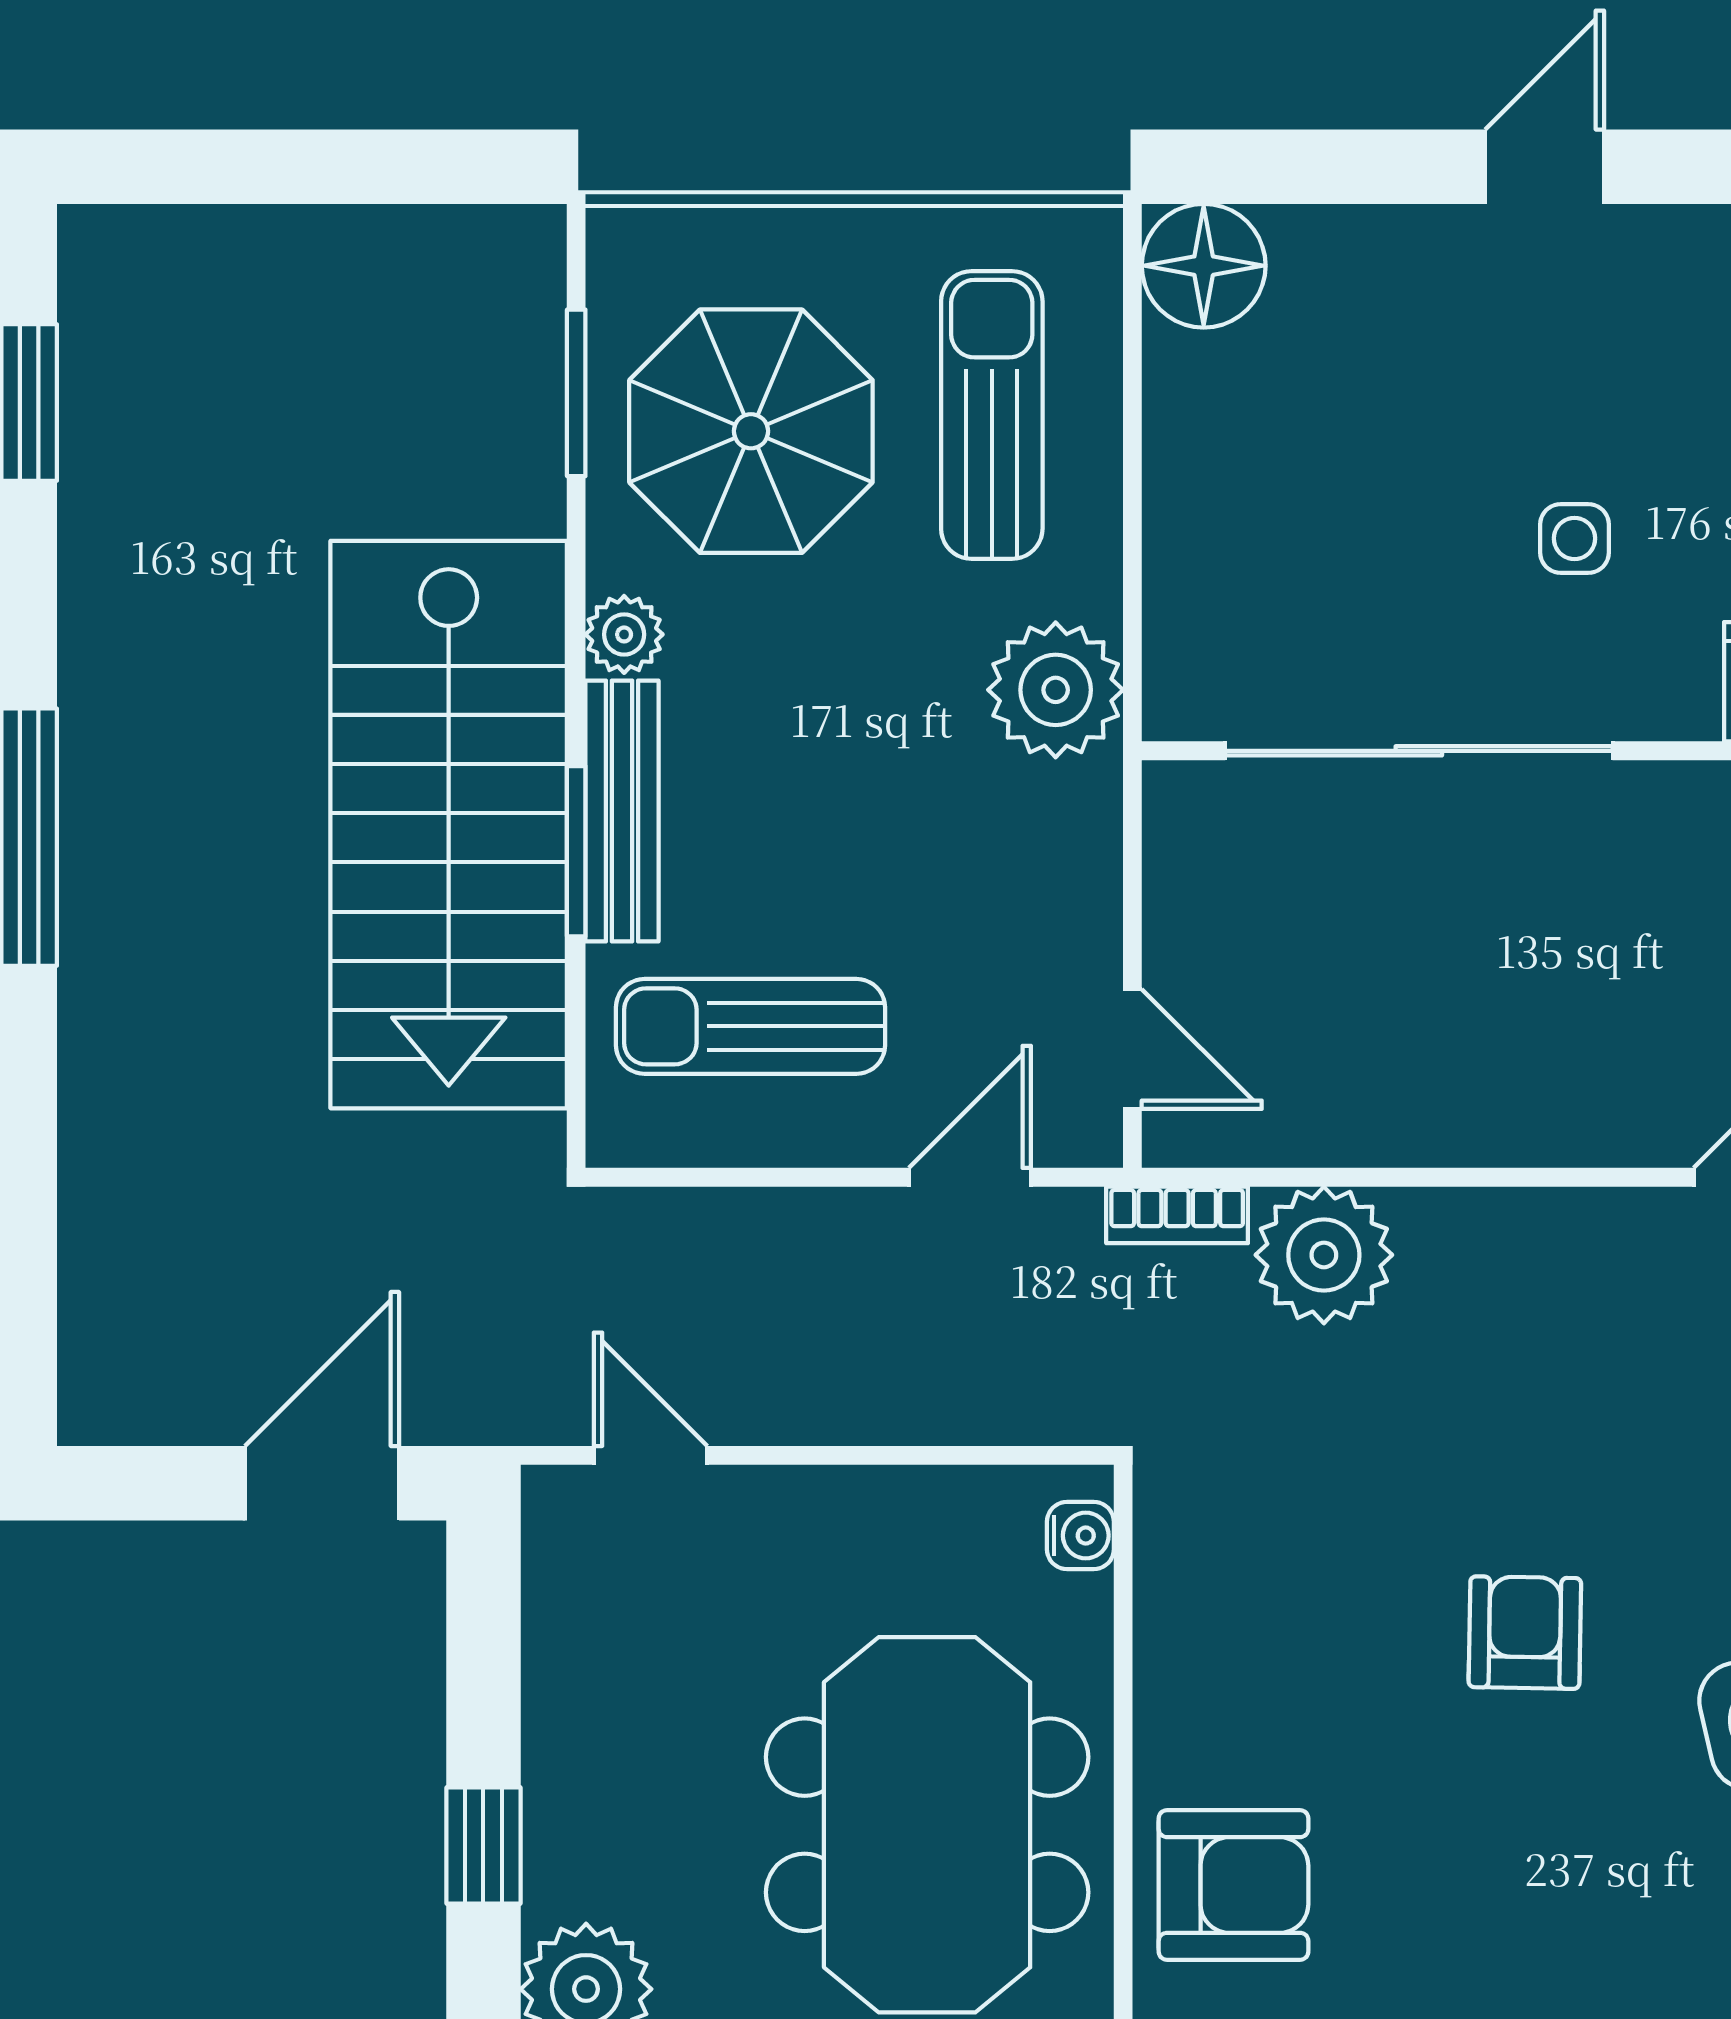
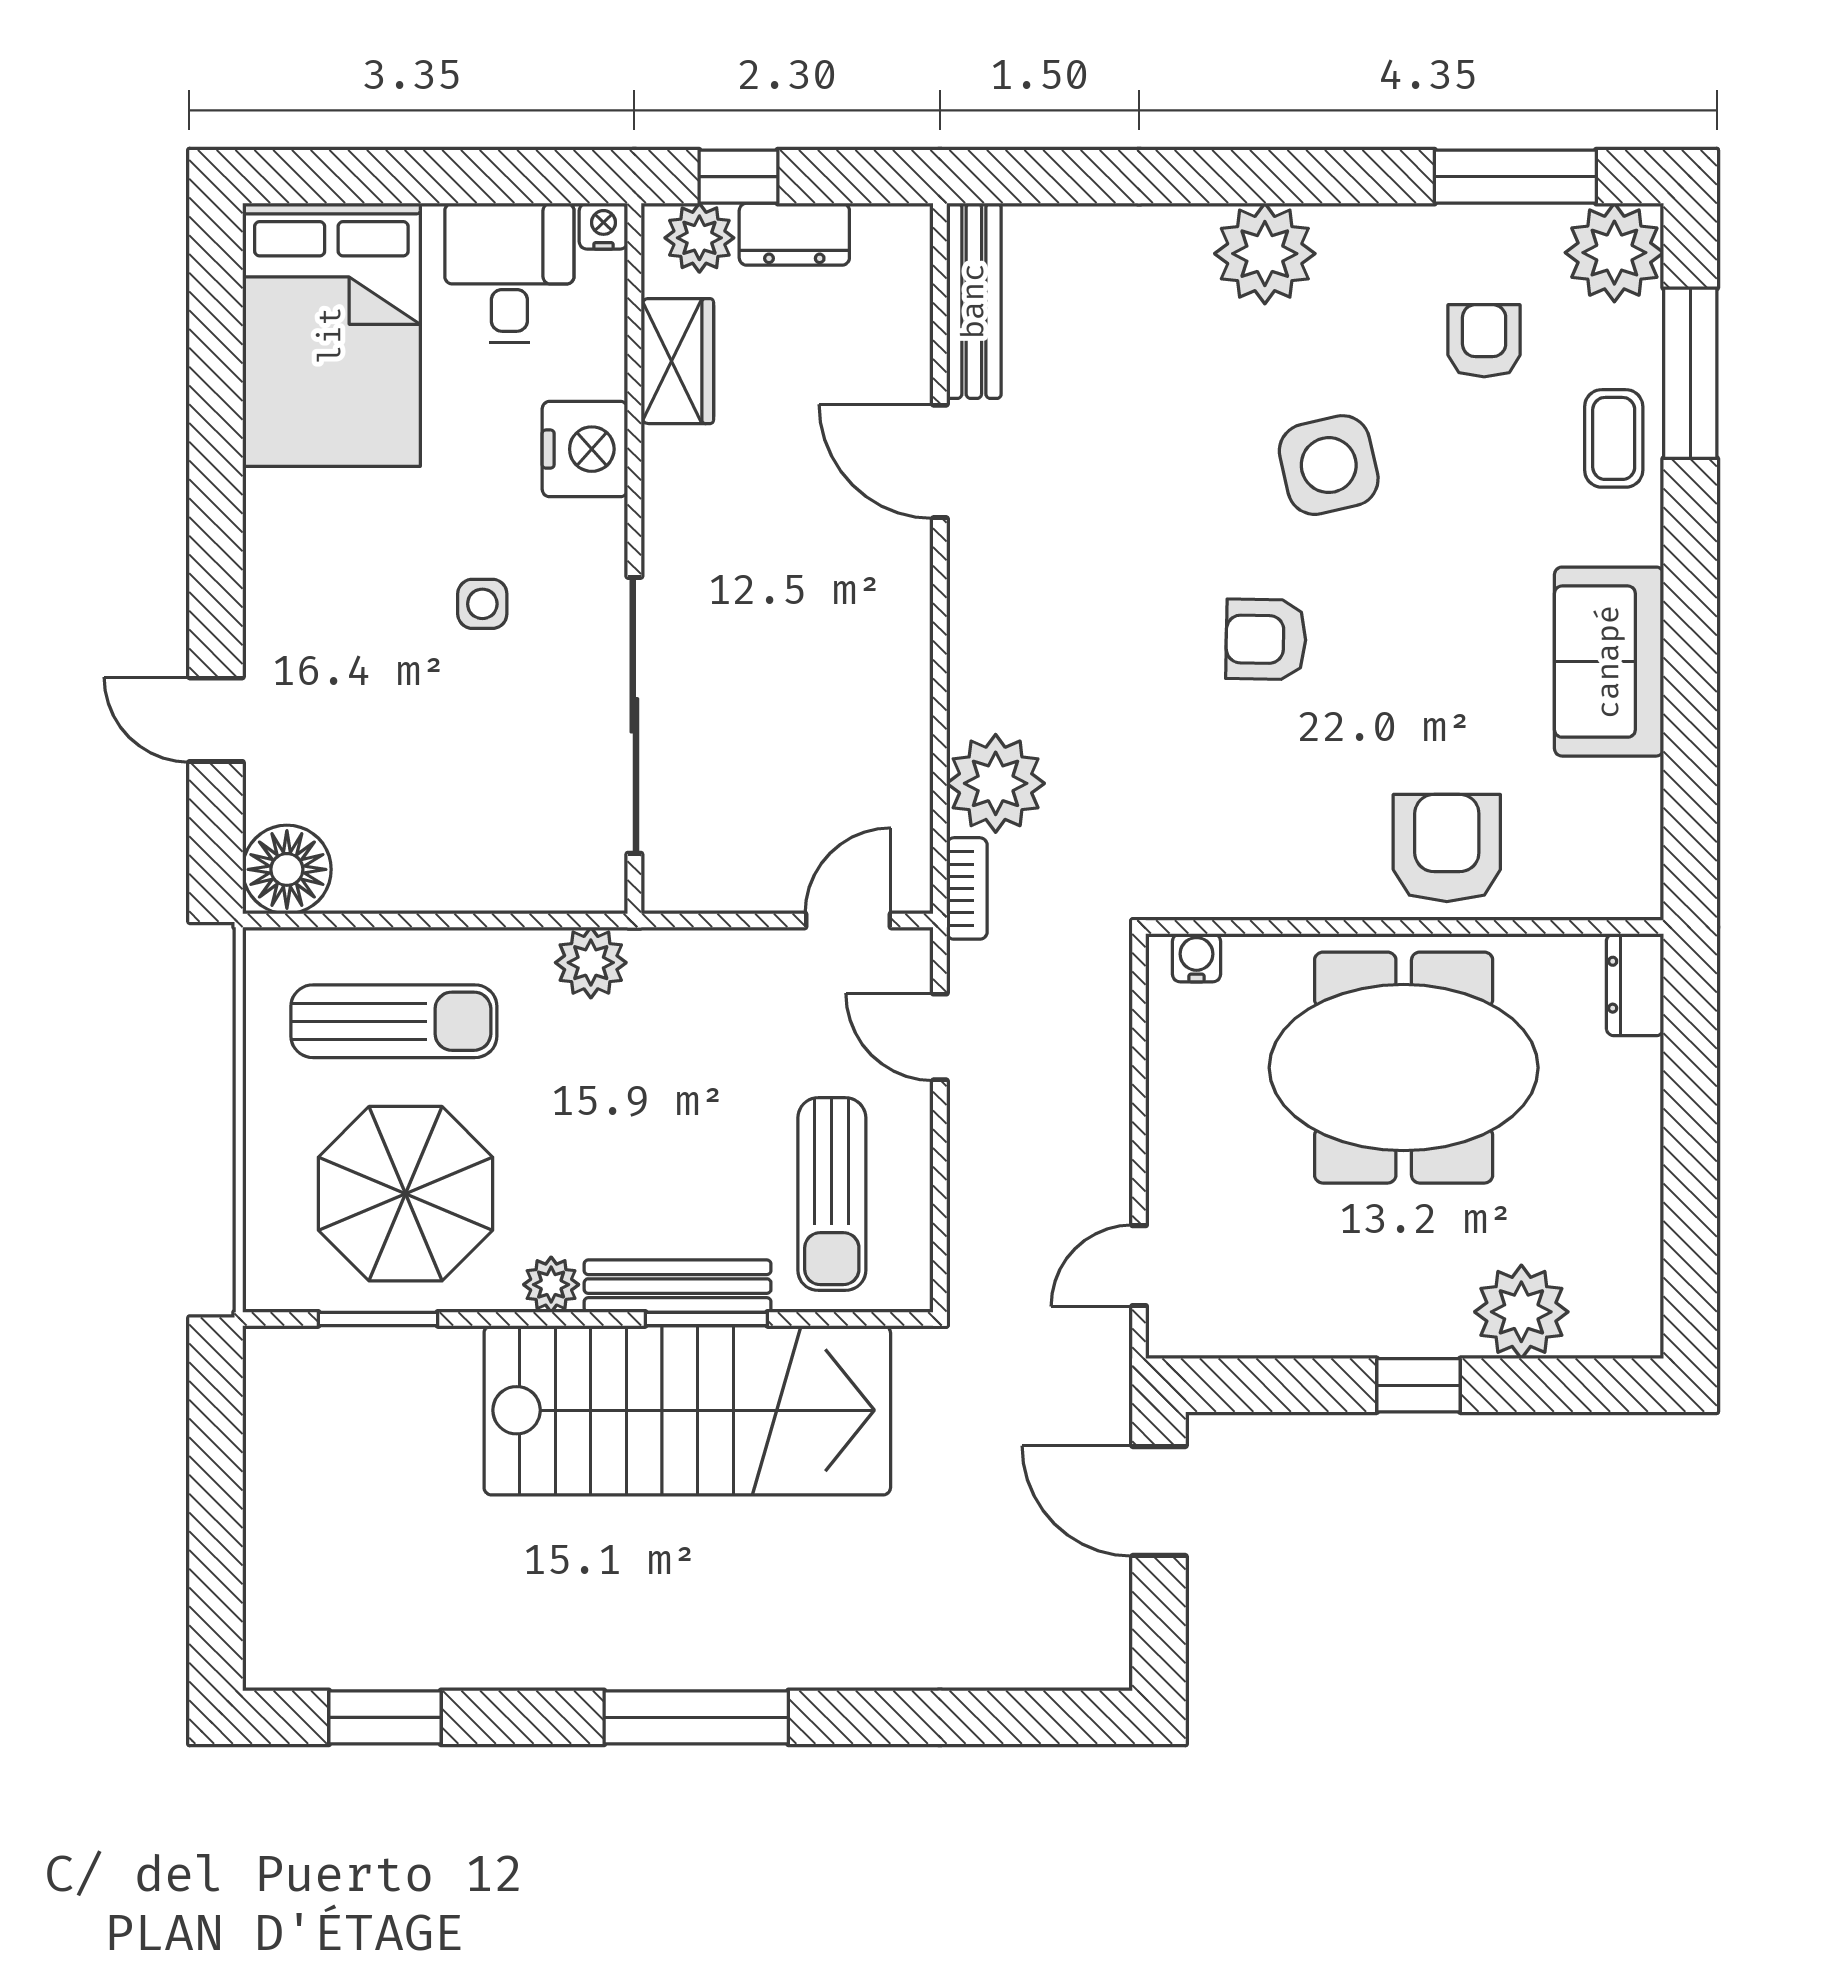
door: (1545, 167) -> (216, 720), moved
sun lounger: (992, 415) -> (394, 1021), turned 180
plant: (1056, 690) -> (591, 963), width x0.73, depth x0.73

